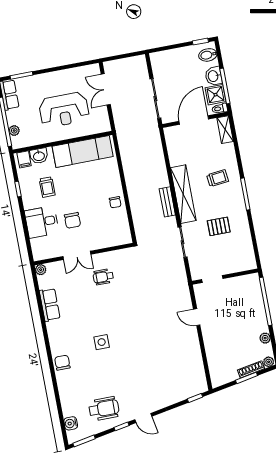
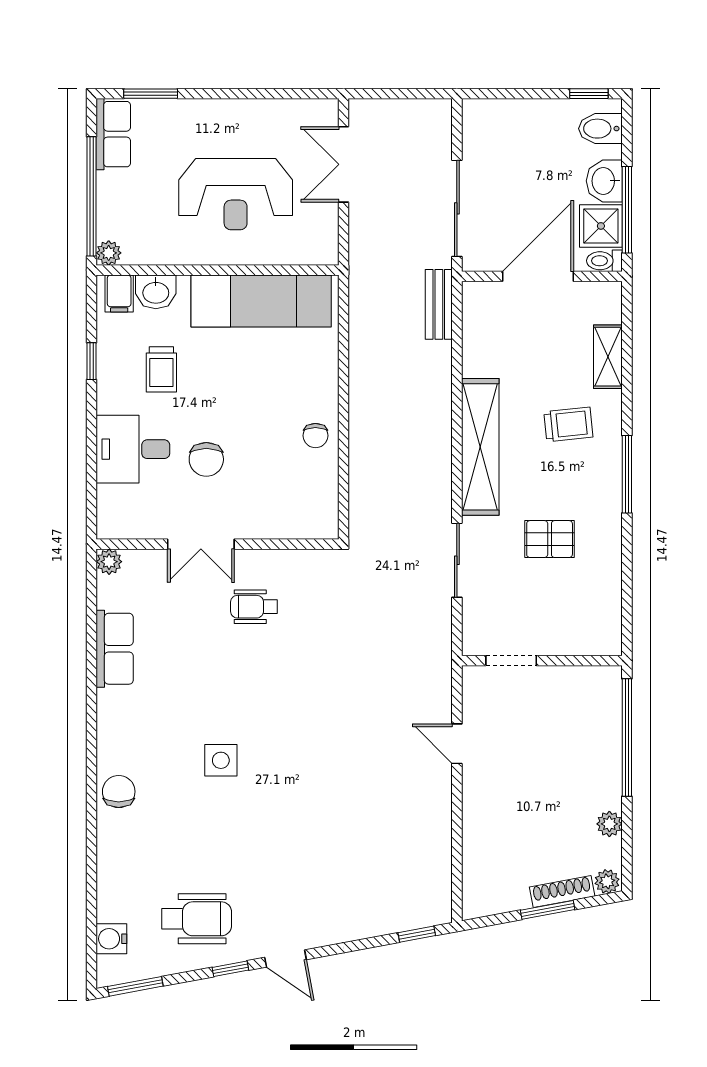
shelving: (225, 130) -> (608, 357), moved
plant: (14, 131) -> (109, 253), moved
bench: (167, 202) -> (439, 304), moved

